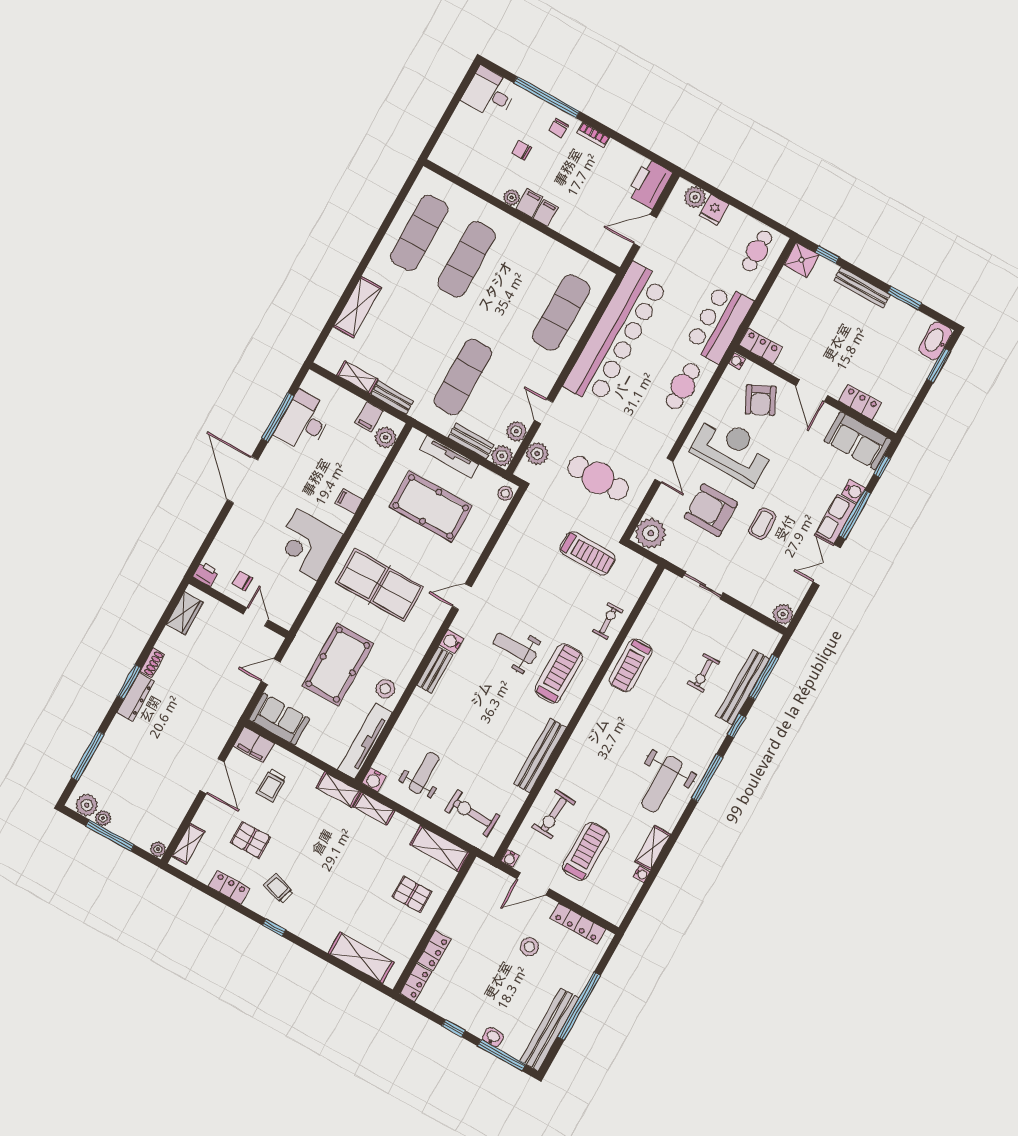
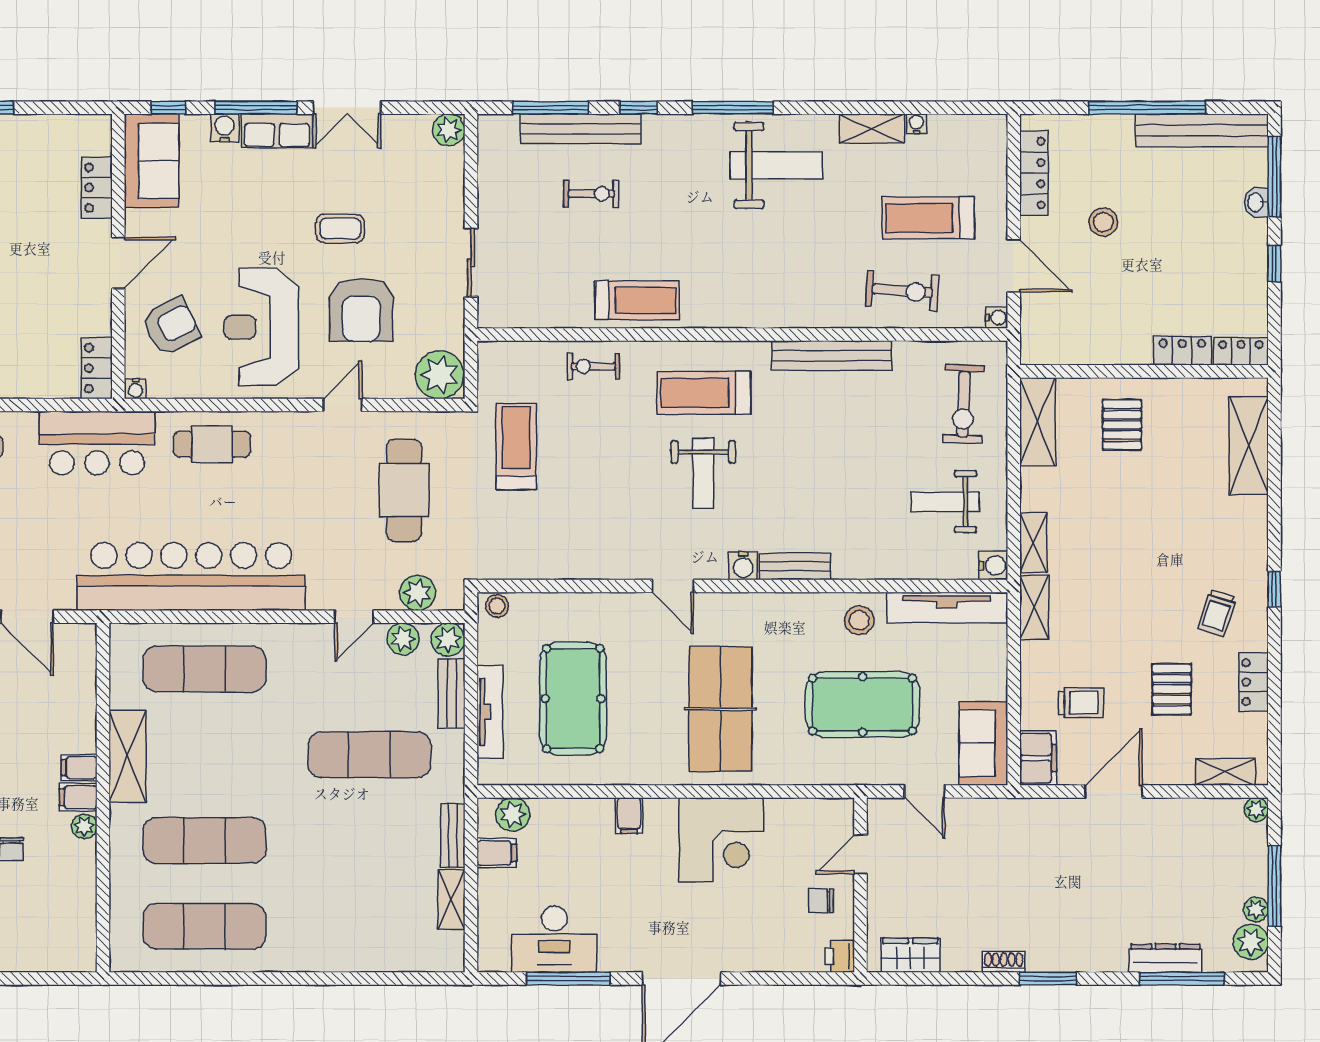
shelving: (357, 307) -> (127, 756), moved, turned 90
chair: (242, 581) -> (821, 901), turned 90
dresser: (136, 697) -> (1165, 958), moved

